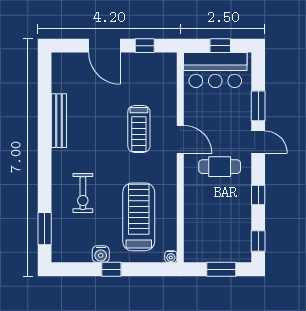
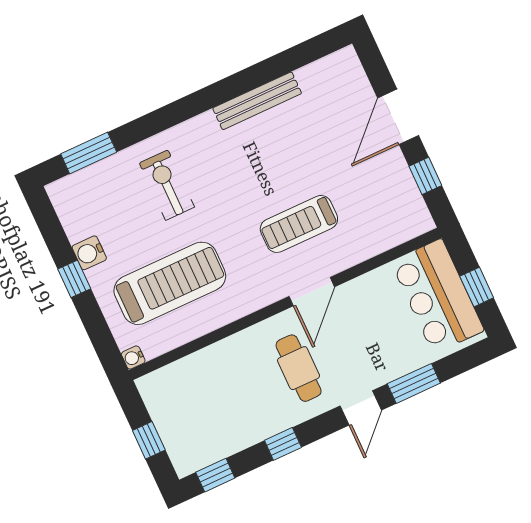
exercise bike: (83, 193) -> (167, 185), turned 90
window: (221, 269) -> (149, 440), width x0.67

